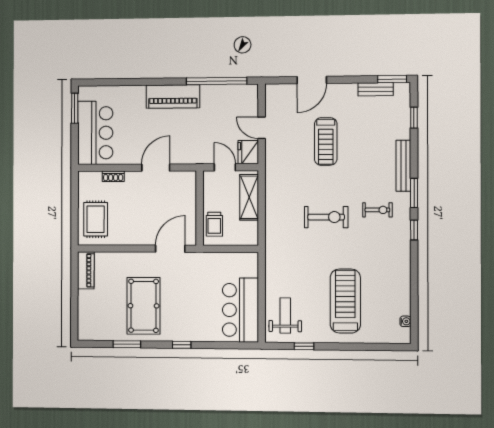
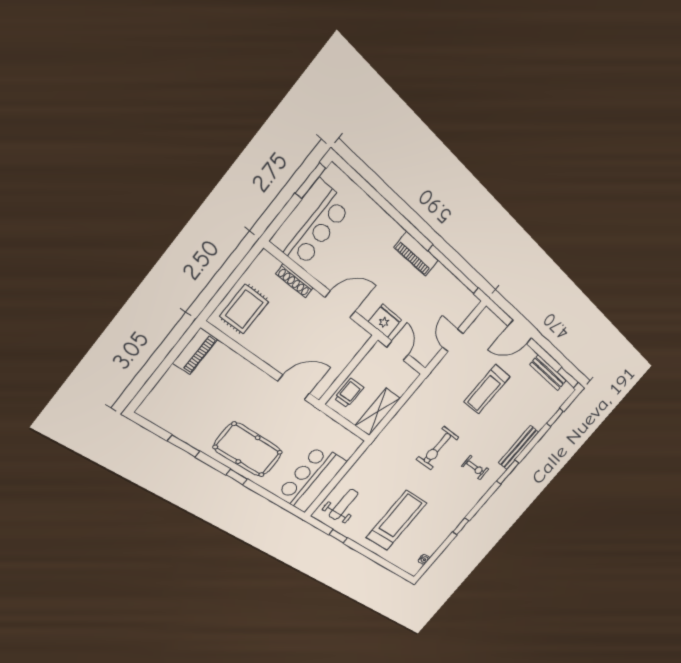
bench: (376, 89) -> (548, 373), width x1.36
piano: (173, 96) -> (416, 254), width x0.73, depth x0.75
fridge: (248, 152) -> (385, 321), moved, turned 90
shoe rack: (113, 176) -> (294, 281), width x1.43
shelving: (249, 197) -> (378, 412), moved
exercise bike: (326, 217) -> (437, 448), turned 90
trolley: (214, 224) -> (349, 393), turned 180
window: (414, 230) -> (461, 526), moved
pool table: (143, 306) -> (248, 450), moved, turned 90

